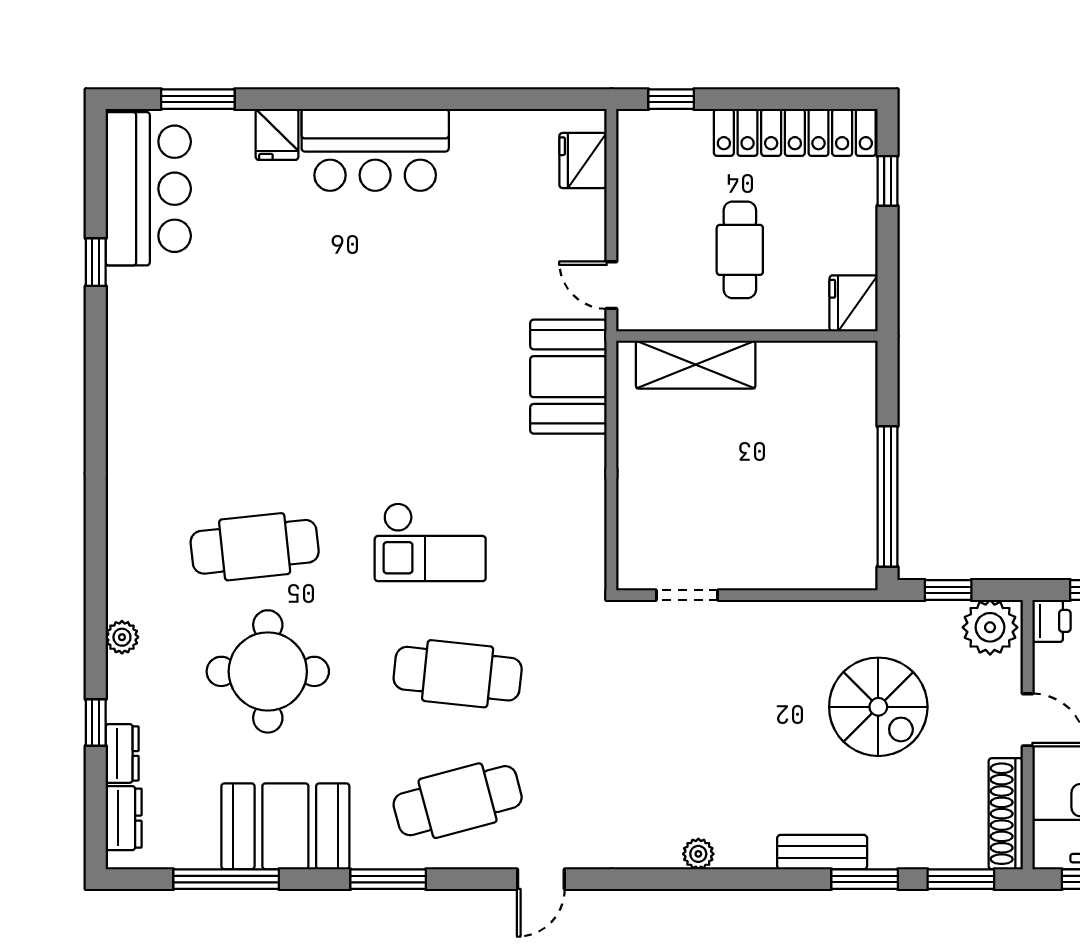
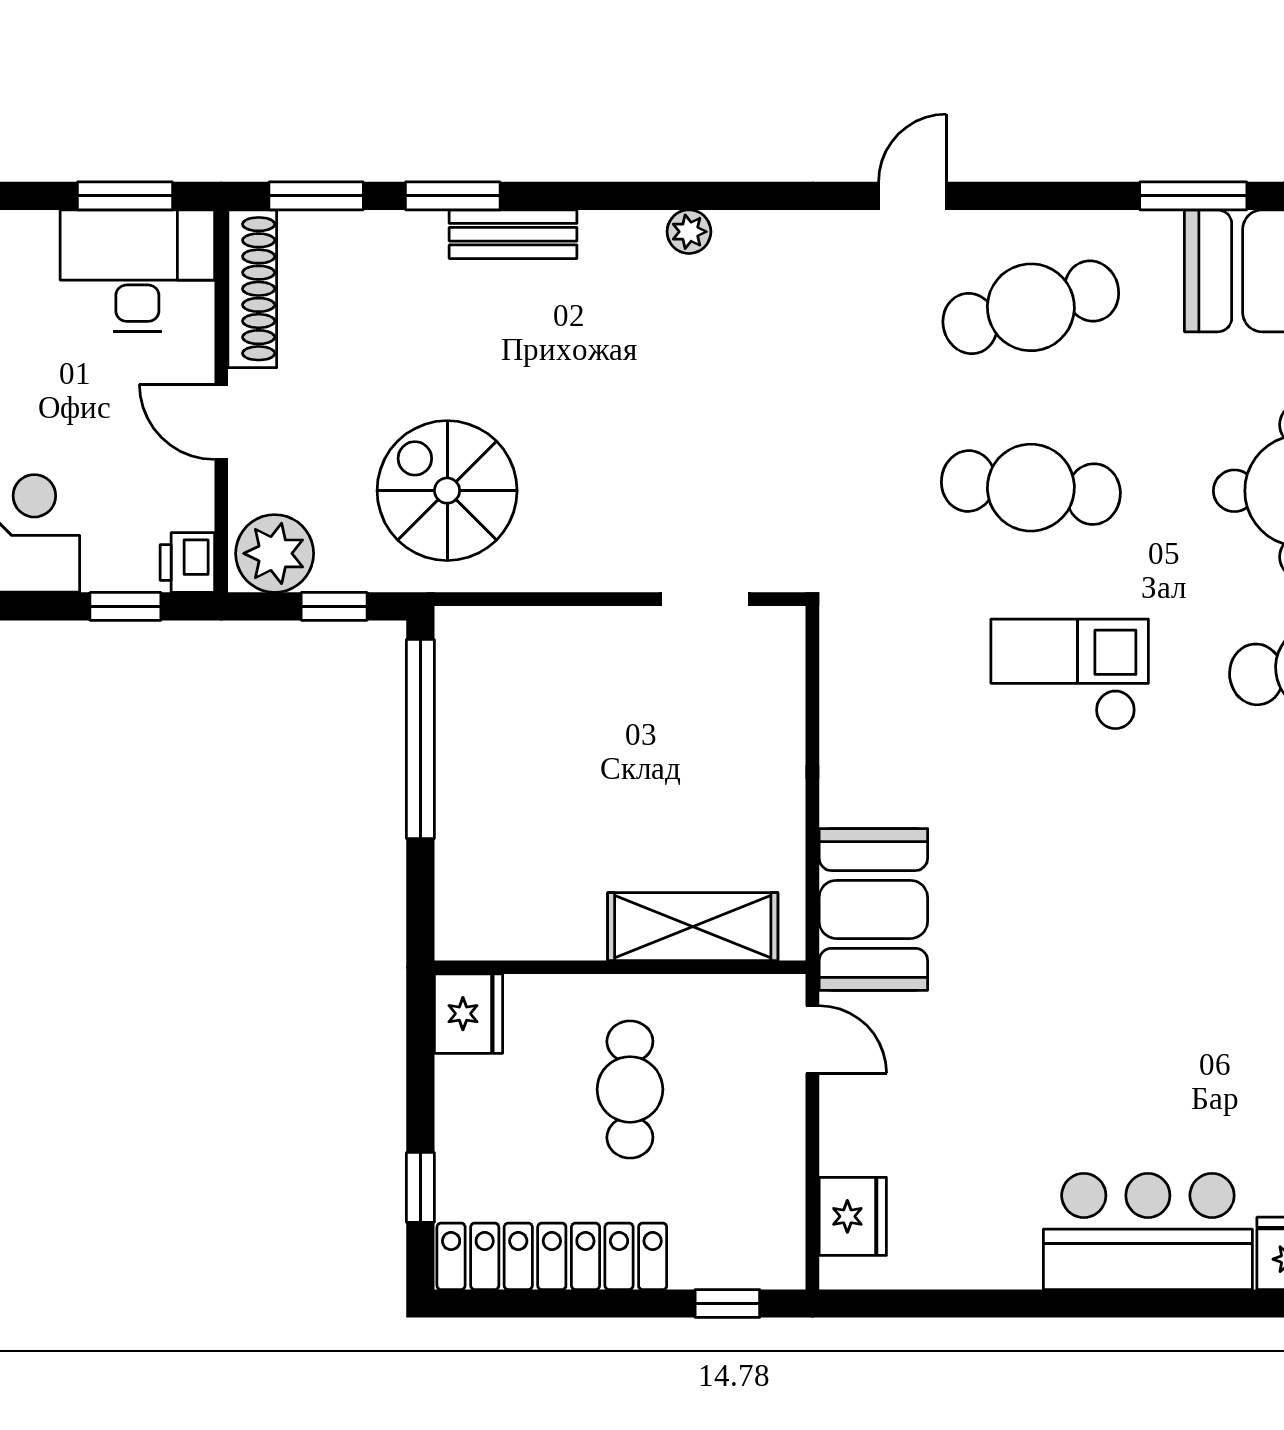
spiral stairs: (878, 707) -> (447, 491), moved
window: (388, 879) -> (1193, 196), moved

